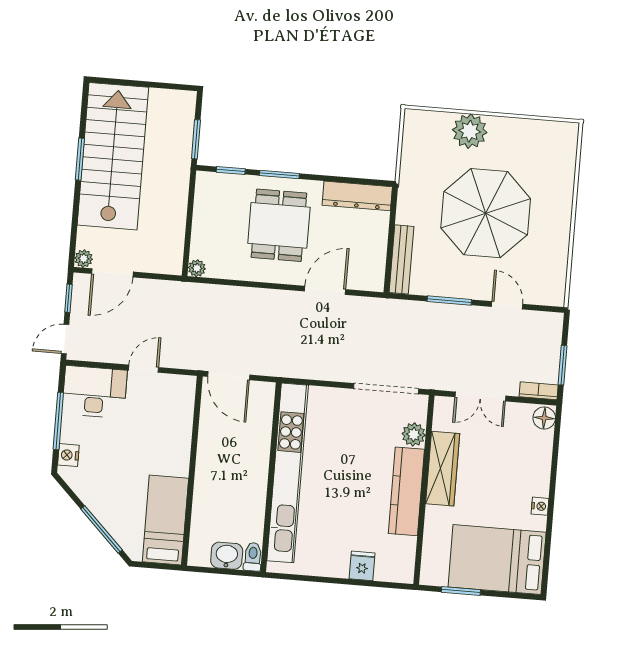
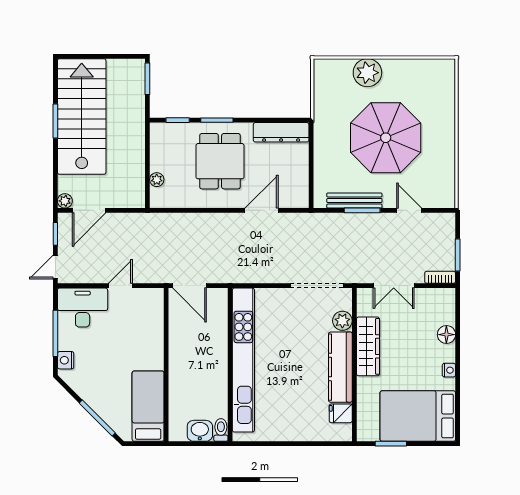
window: (196, 139) -> (147, 79), moved
bench: (401, 259) -> (354, 201), moved, turned 90
plant: (197, 268) -> (157, 180), moved
floor lamp: (544, 418) -> (446, 335), moved
fridge: (362, 566) -> (341, 413), moved, turned -90

